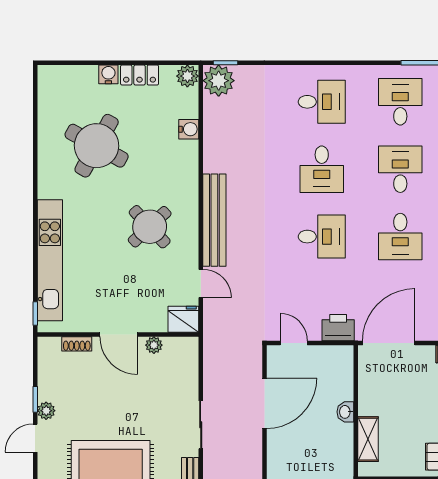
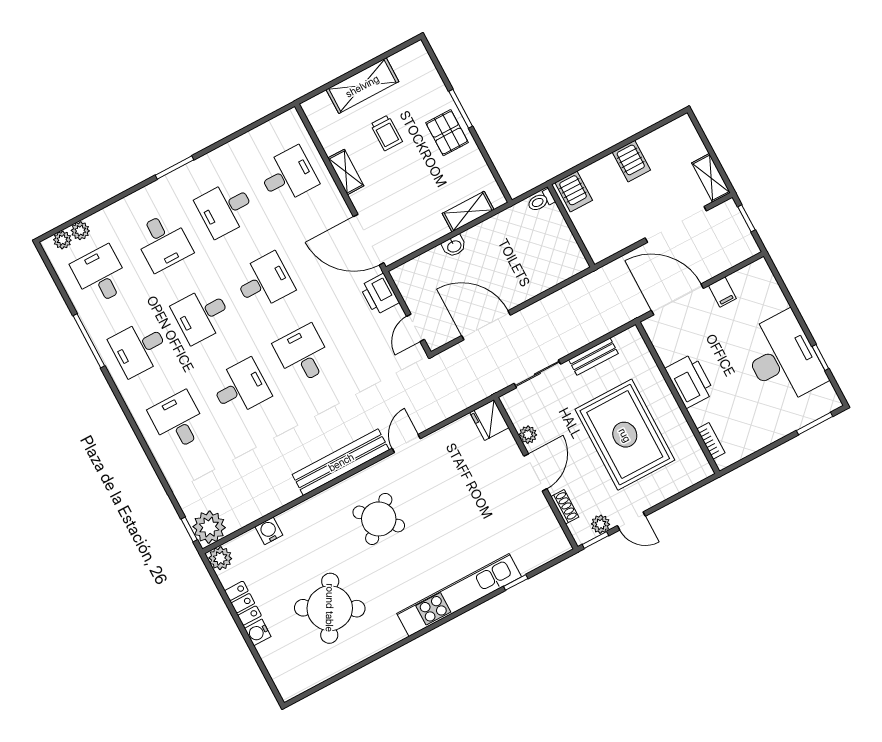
fridge: (183, 319) -> (489, 420), moved
wall: (118, 334) -> (536, 473), moved
door: (119, 334) -> (535, 472), moved
shoe rack: (77, 344) -> (565, 507), moved
plant: (154, 345) -> (528, 435), moved

